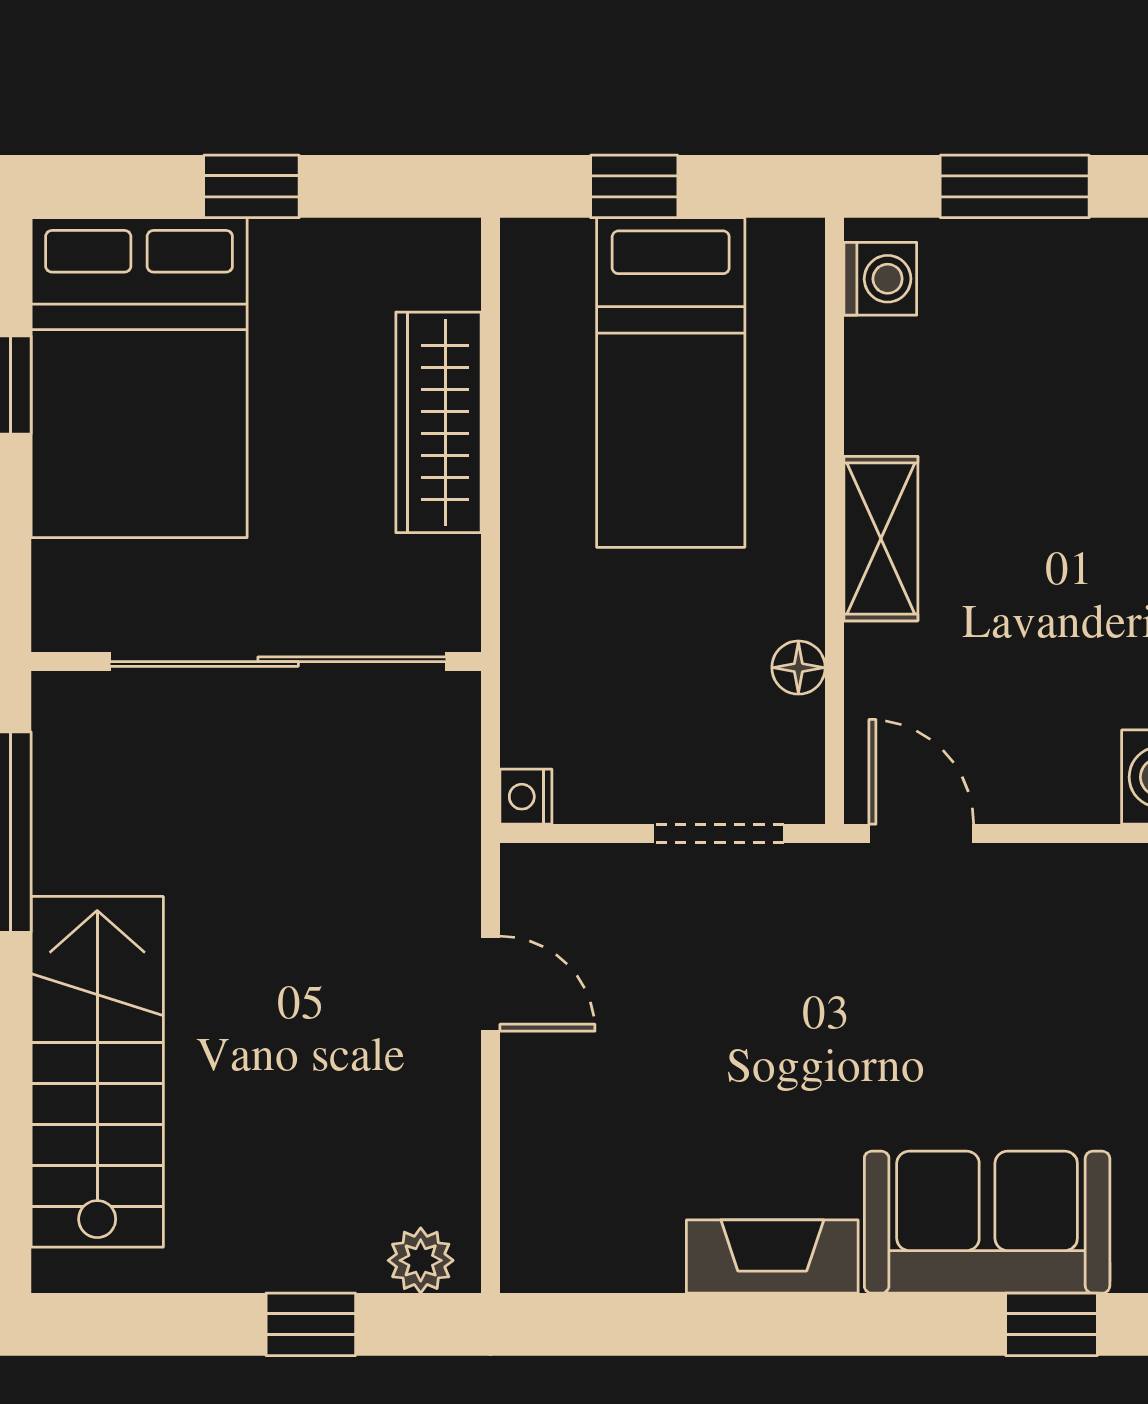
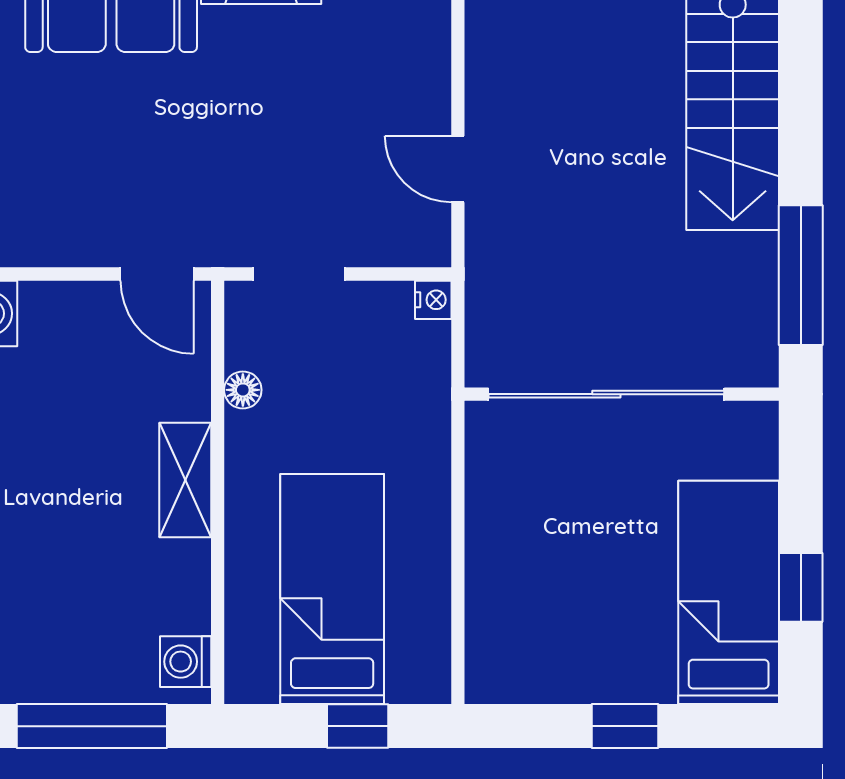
window: (1015, 186) -> (92, 726), width x1.44
bed: (139, 378) -> (729, 592), width x0.67
wardrobe: (439, 422) -> (494, 561), removed

